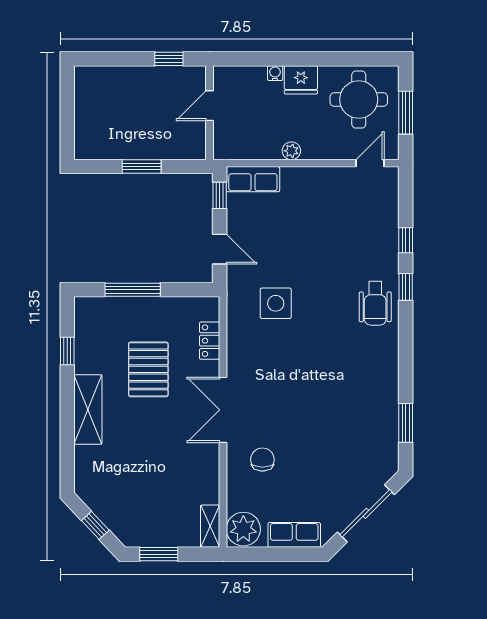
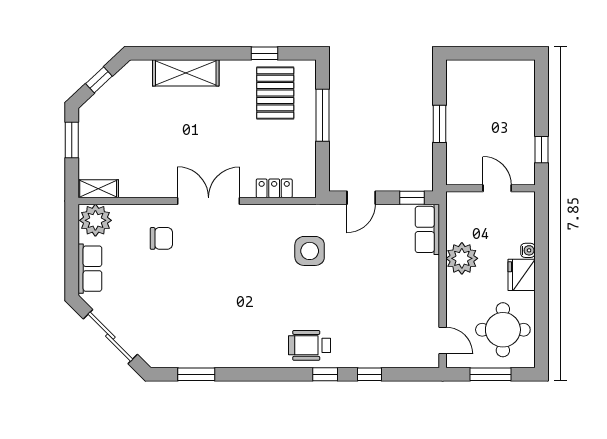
plant: (291, 151) -> (462, 258), width x1.88, depth x1.88
pallet: (148, 369) -> (275, 93), moved, turned 90
shelving: (88, 409) -> (186, 73), moved

